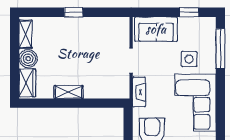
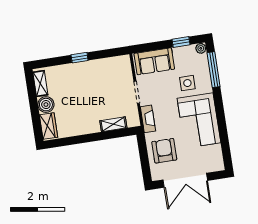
plant: (210, 23) -> (201, 48), added
shelving: (69, 92) -> (113, 124), moved

